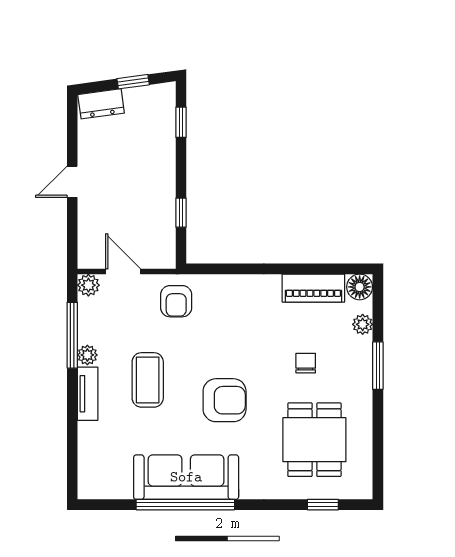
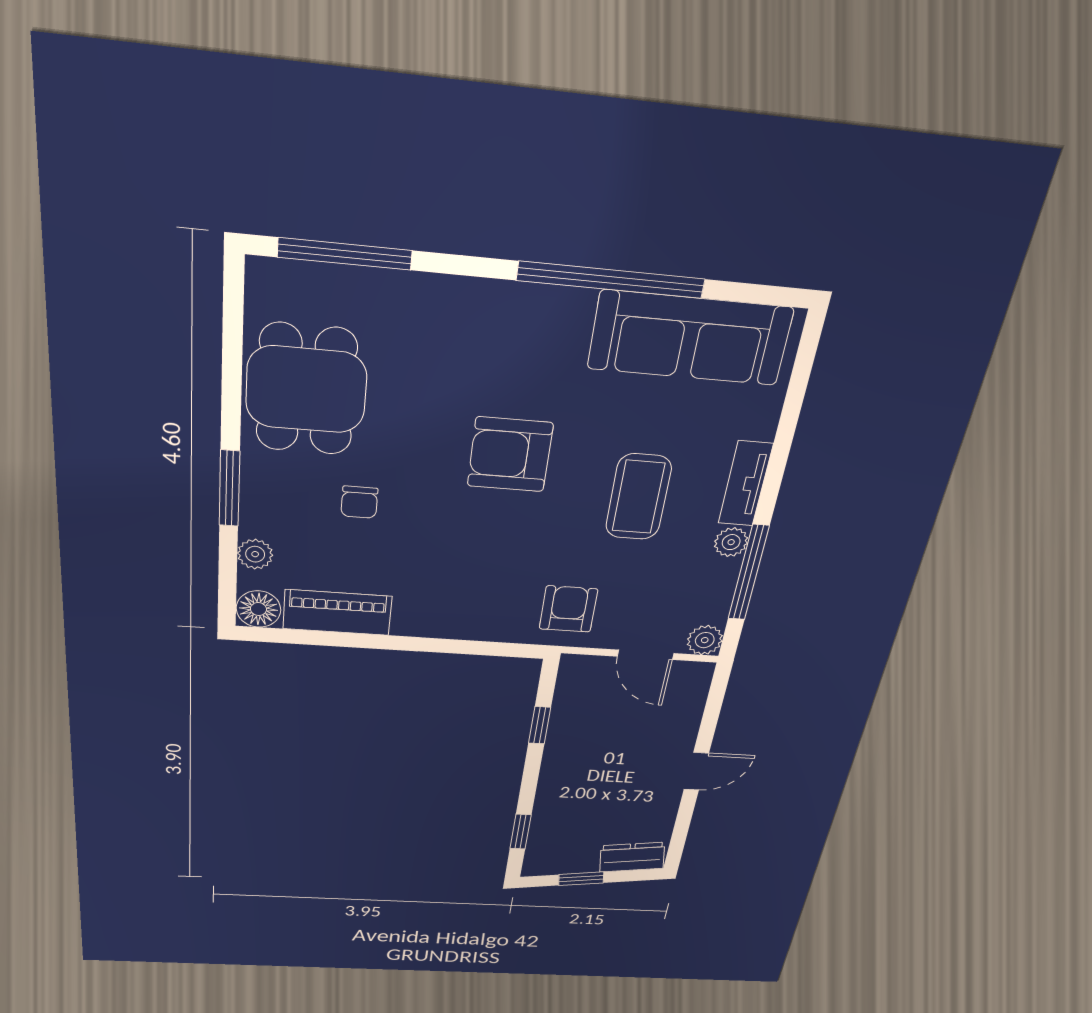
dining table: (314, 440) -> (306, 390), moved
sofa: (186, 477) -> (690, 338), moved
window: (323, 505) -> (345, 254), width x2.17

